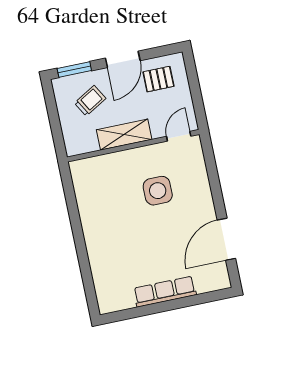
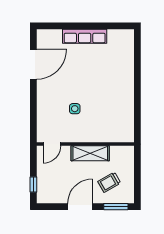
window: (192, 76) -> (33, 184), added
pallet: (158, 79) -> (58, 187), removed
side table: (158, 191) -> (75, 109), width x0.54, depth x0.54

